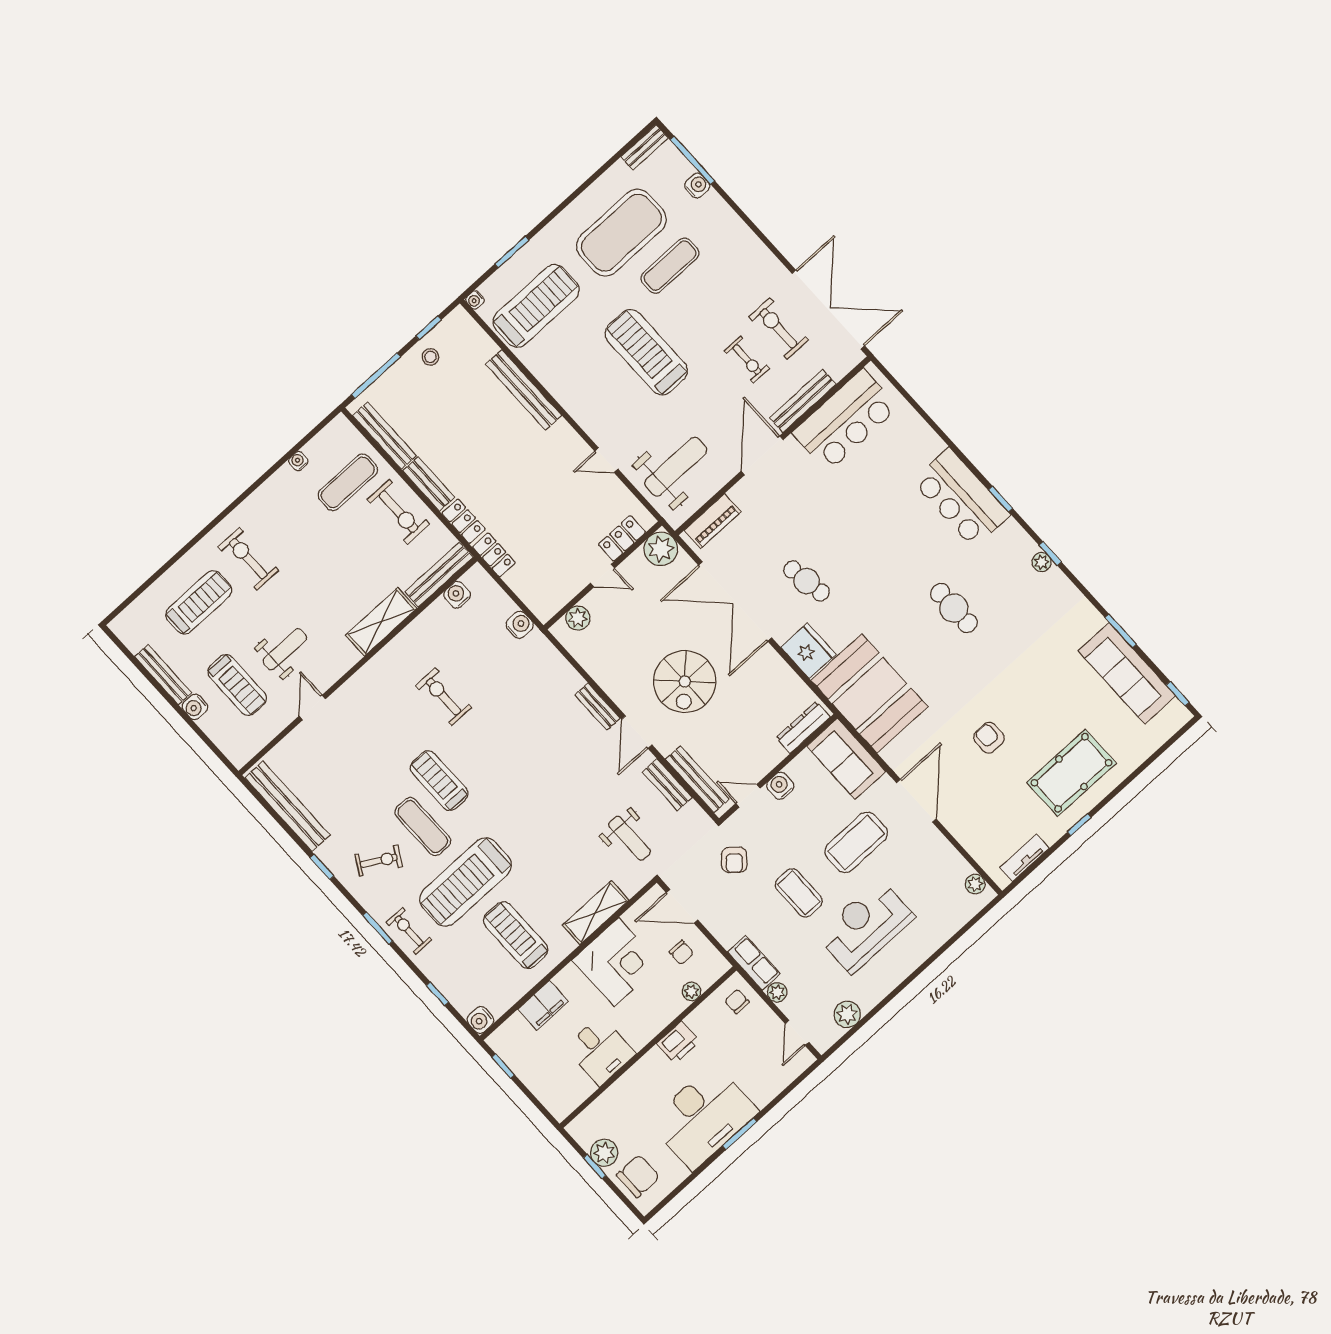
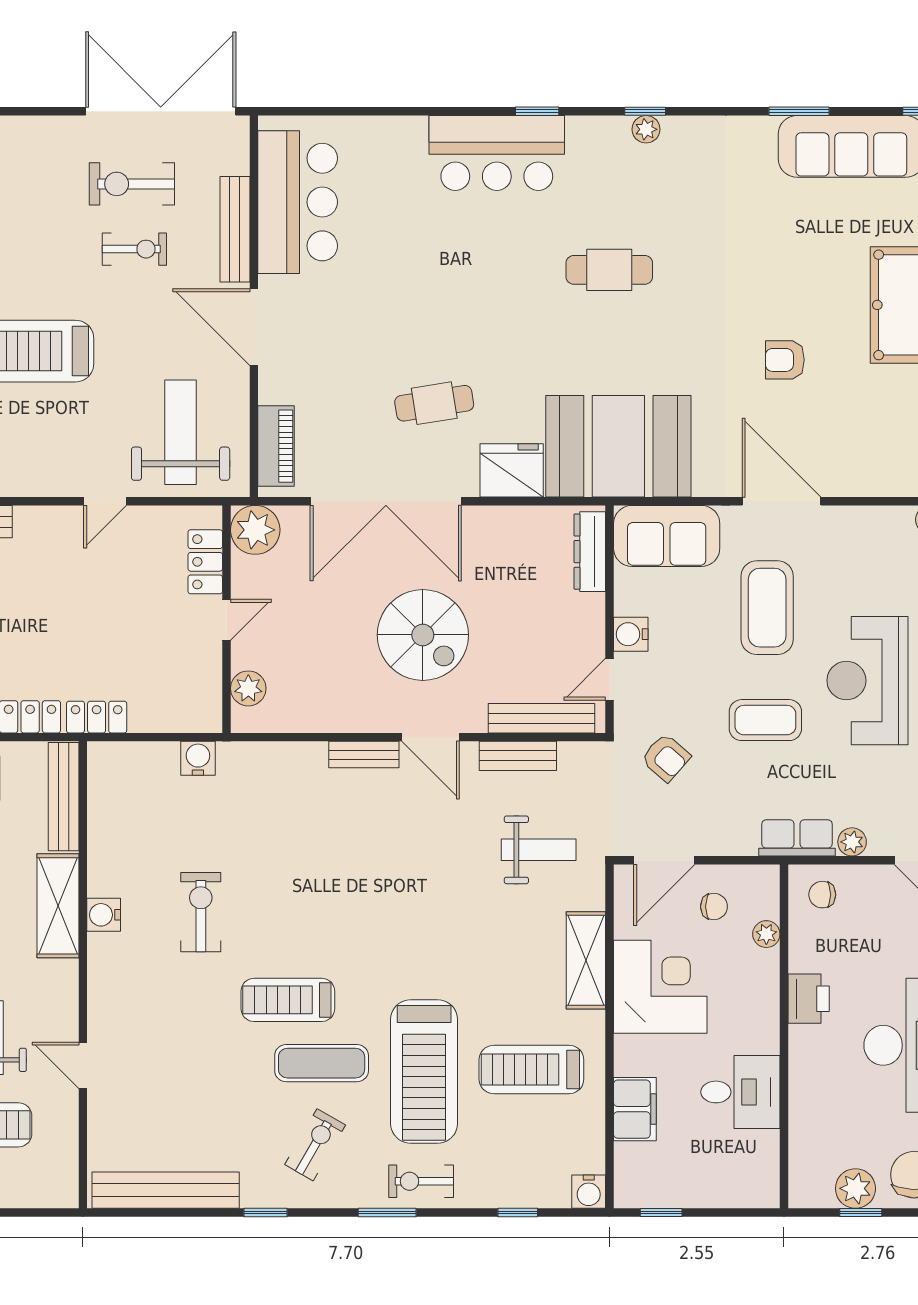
water cooler: (457, 595) -> (104, 915), moved
exercise bike: (444, 697) -> (201, 912), turned 90

